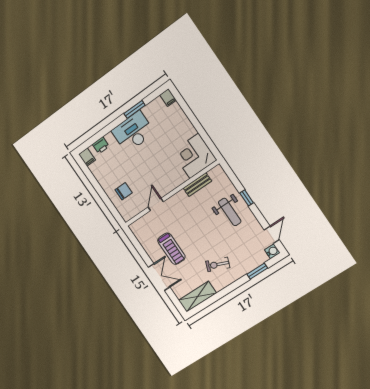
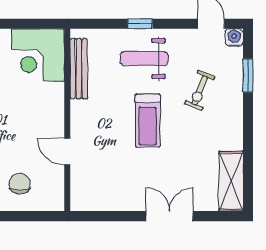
bench: (197, 185) -> (79, 69), width x1.36
weight bench: (230, 212) -> (144, 58), turned 180
treadmill: (171, 249) -> (148, 121), moved, turned 90
exercise bike: (218, 264) -> (200, 90), moved

